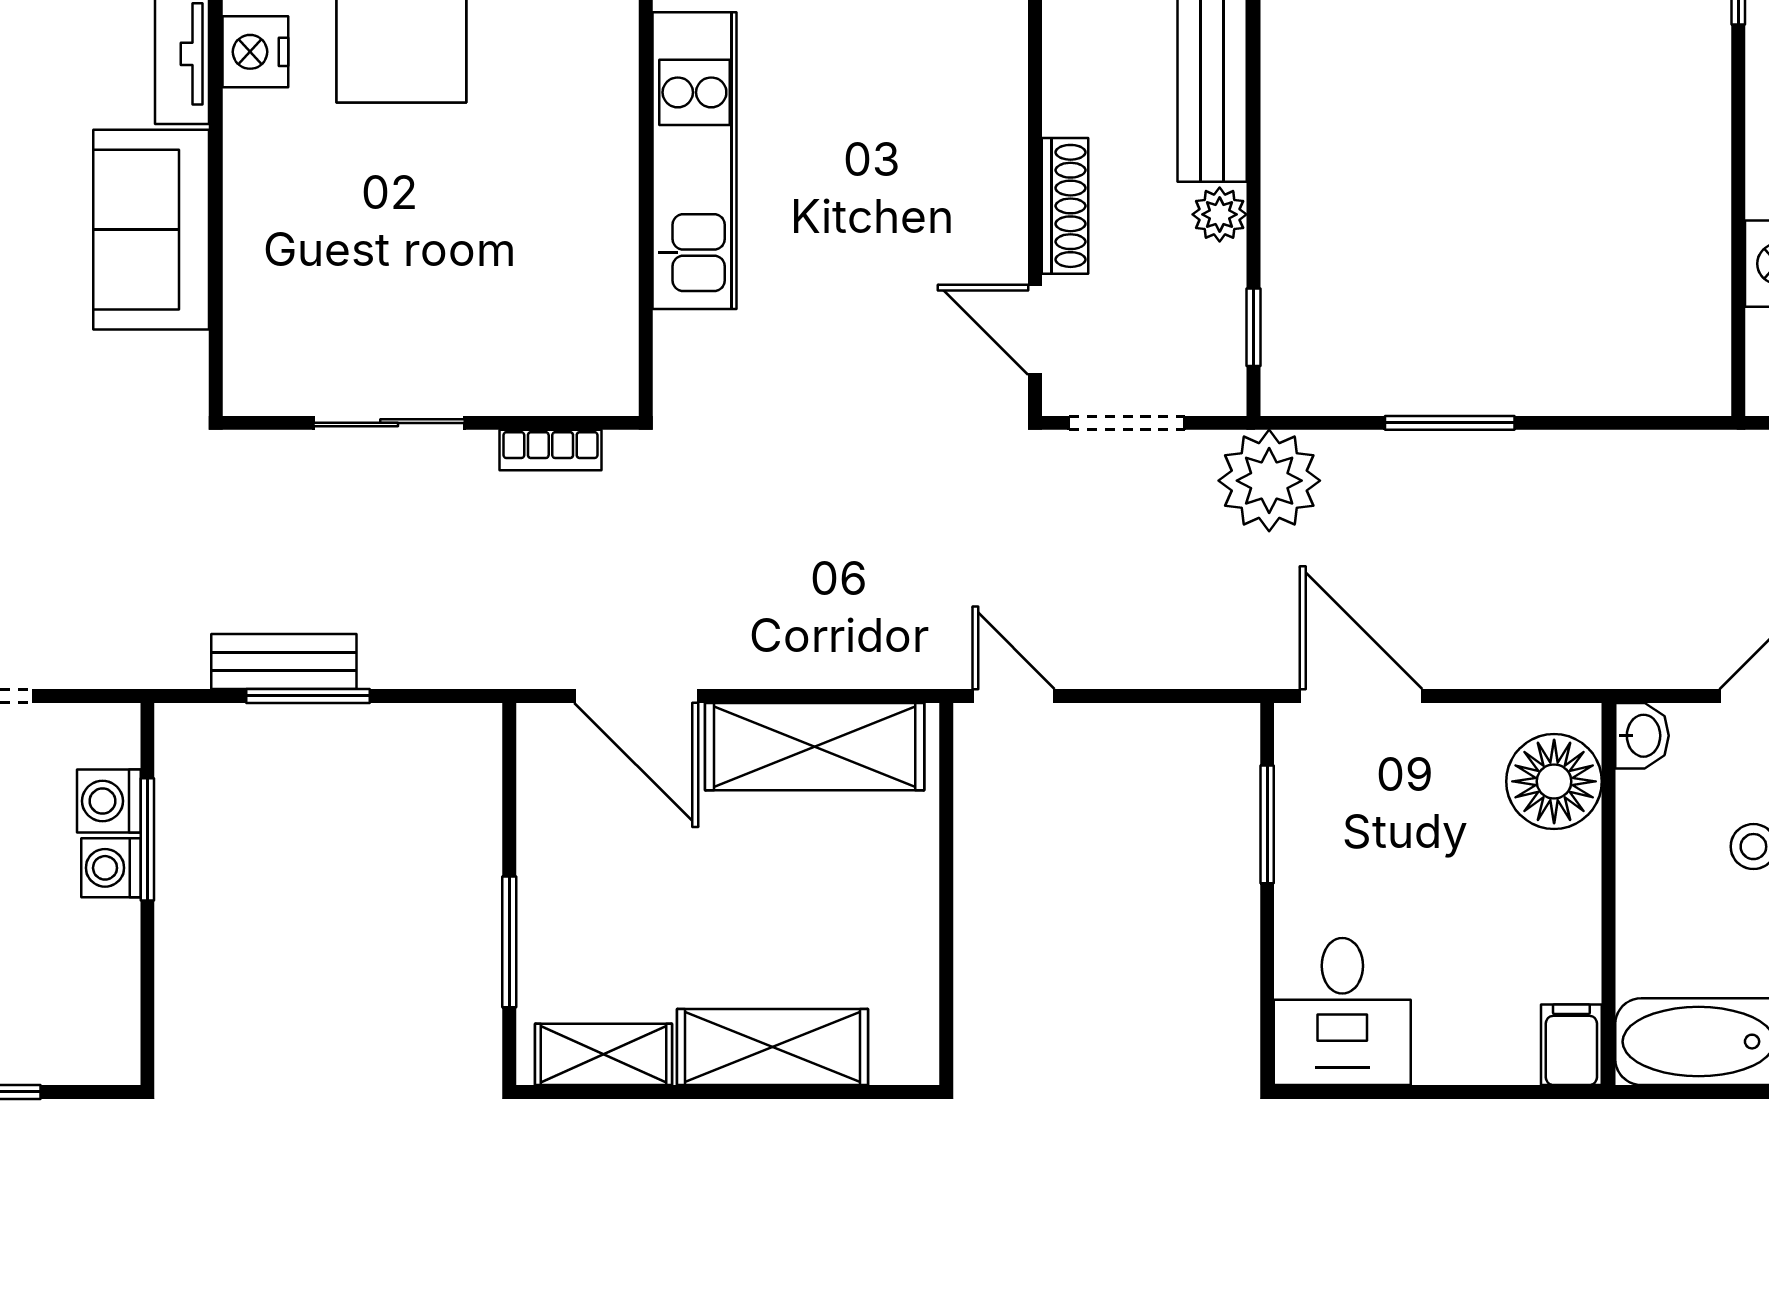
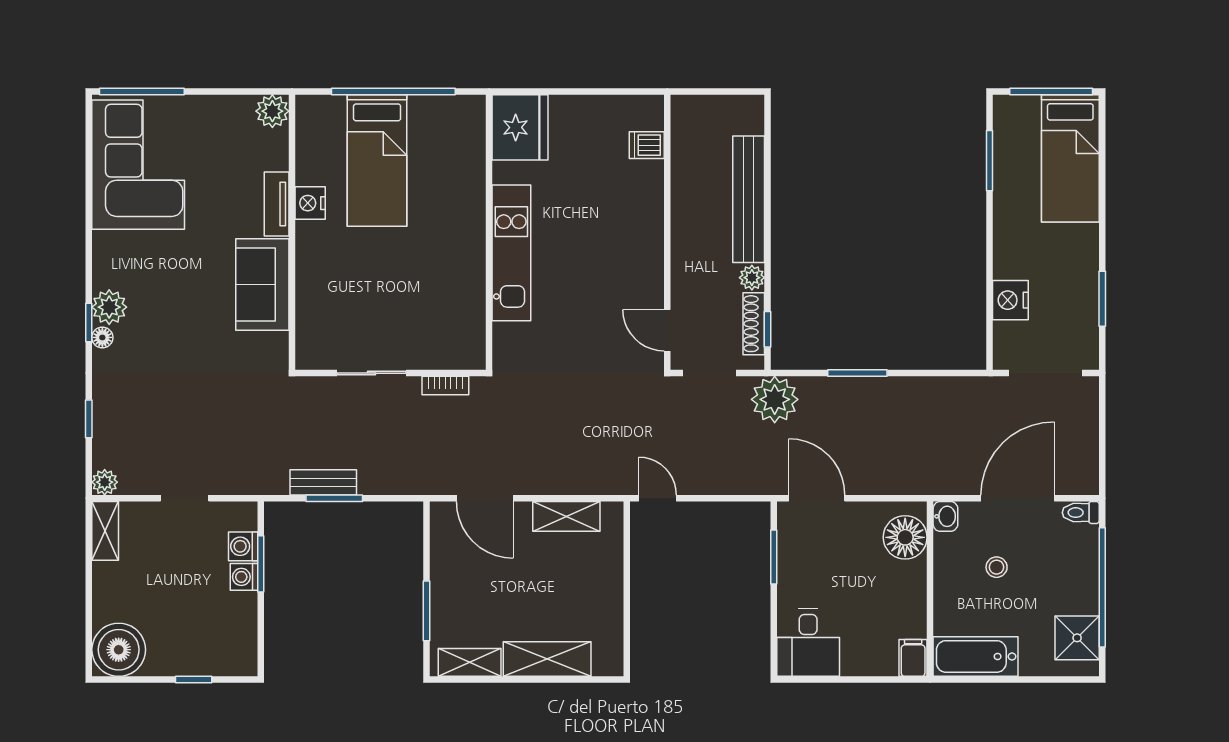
shoe rack: (1065, 206) -> (754, 324), moved, turned 180
shelving: (815, 747) -> (566, 516), width x0.67, depth x0.75

